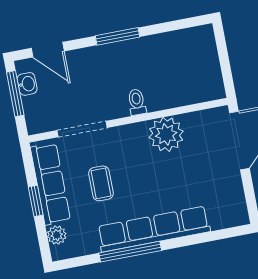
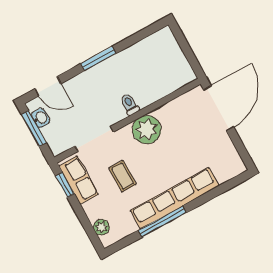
plant: (166, 134) -> (147, 130), moved
row of seats: (50, 184) -> (79, 180), width x0.68
window: (36, 201) -> (65, 185), moved

